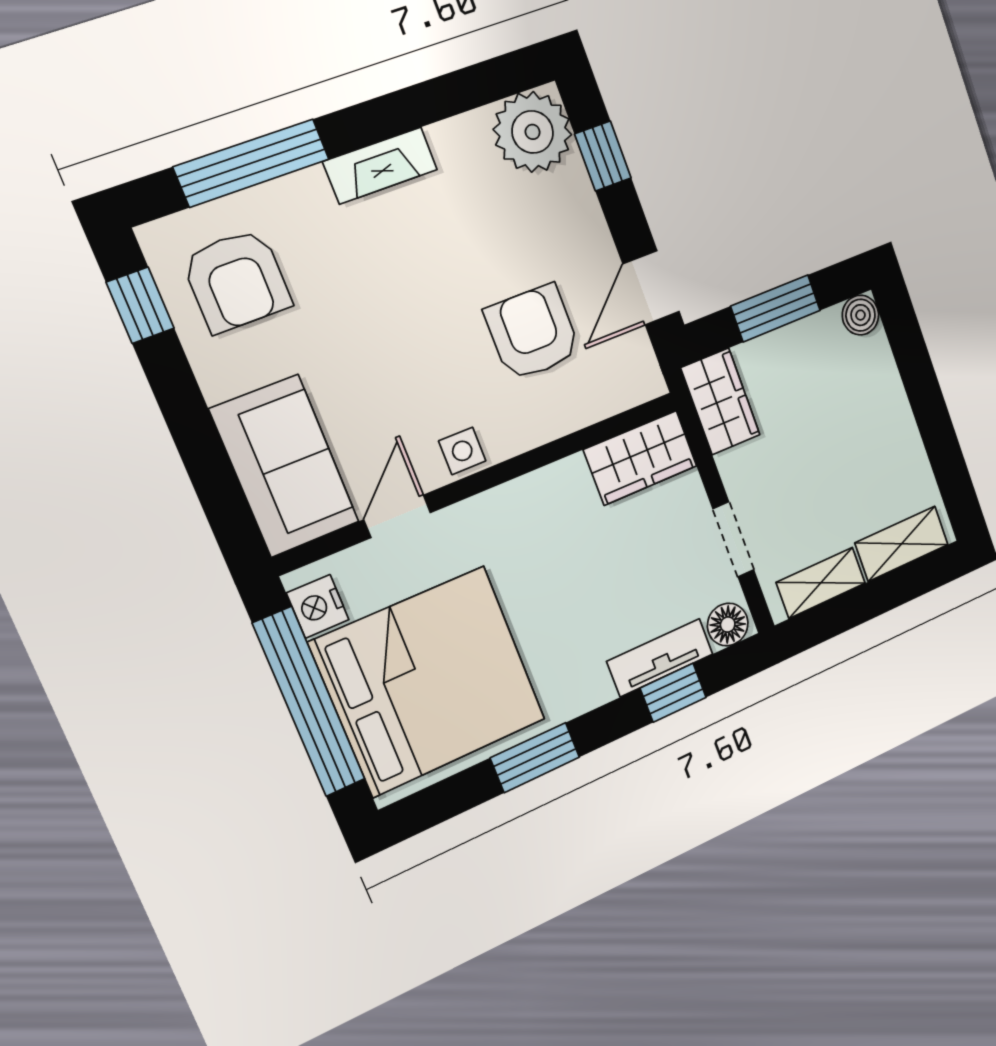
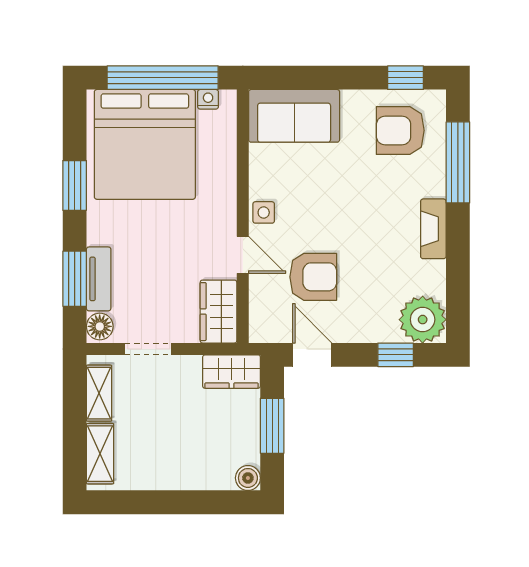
door: (397, 516) -> (243, 255), moved
nightstand: (318, 606) -> (208, 99), width x0.72, depth x0.74
window: (673, 693) -> (75, 279), width x1.50

